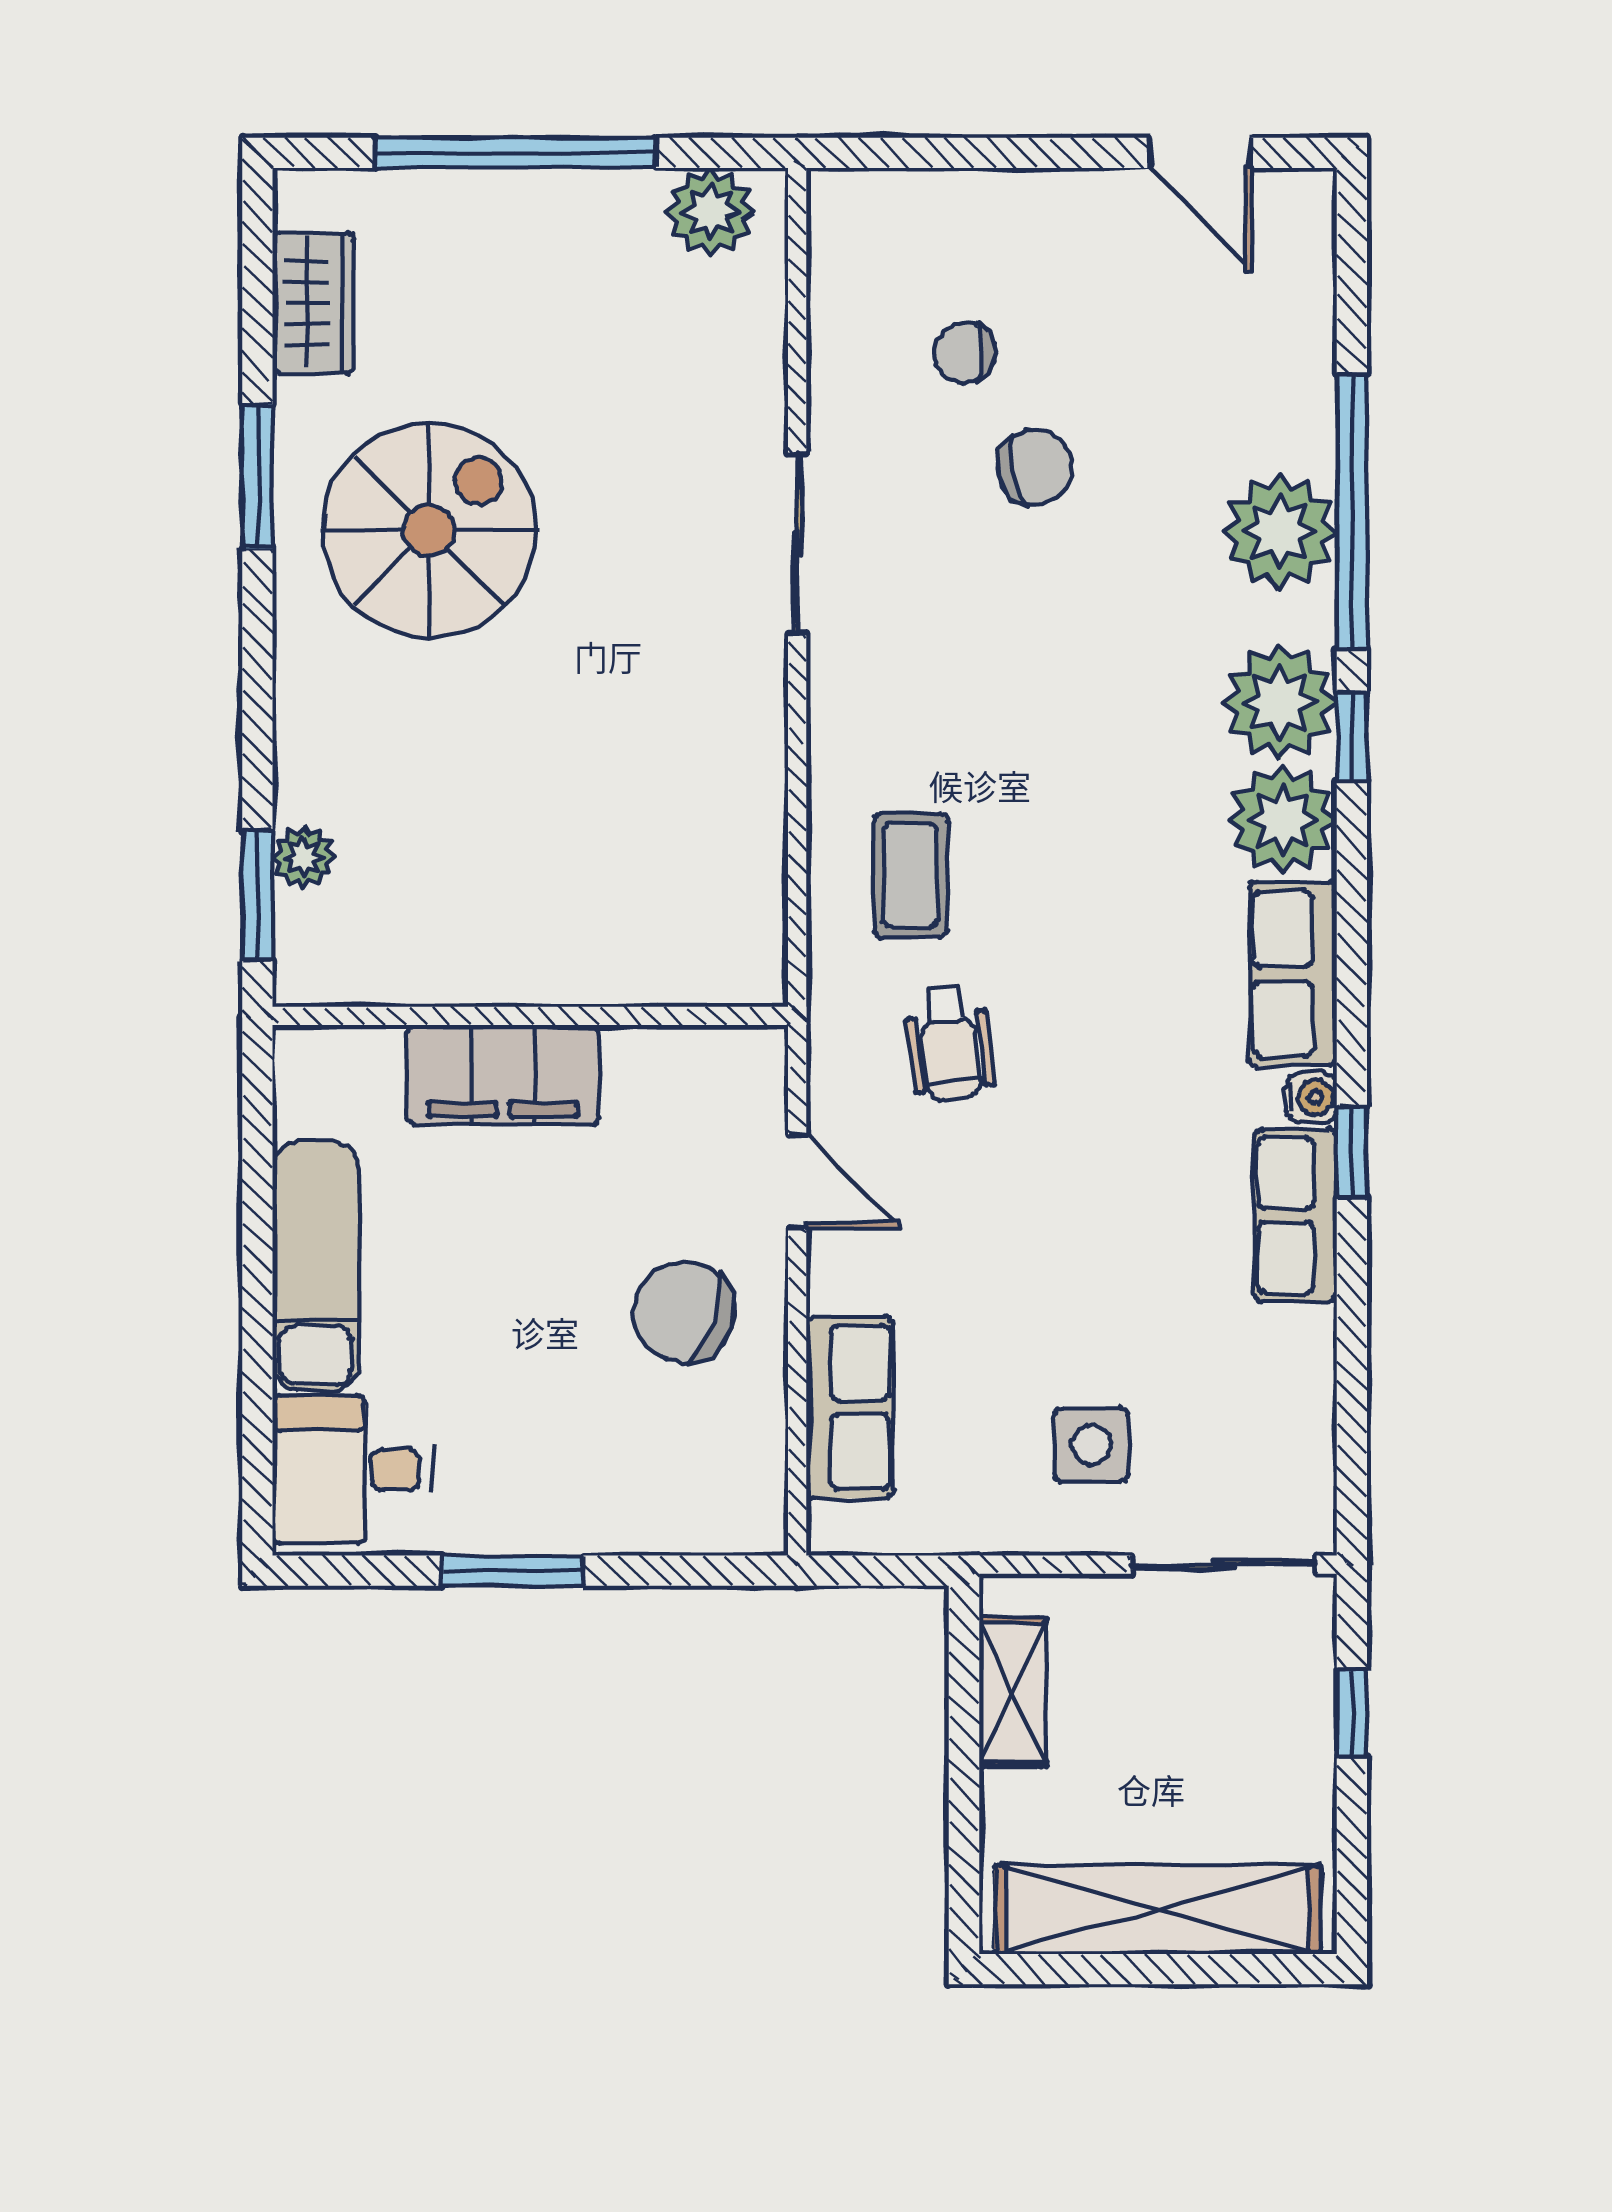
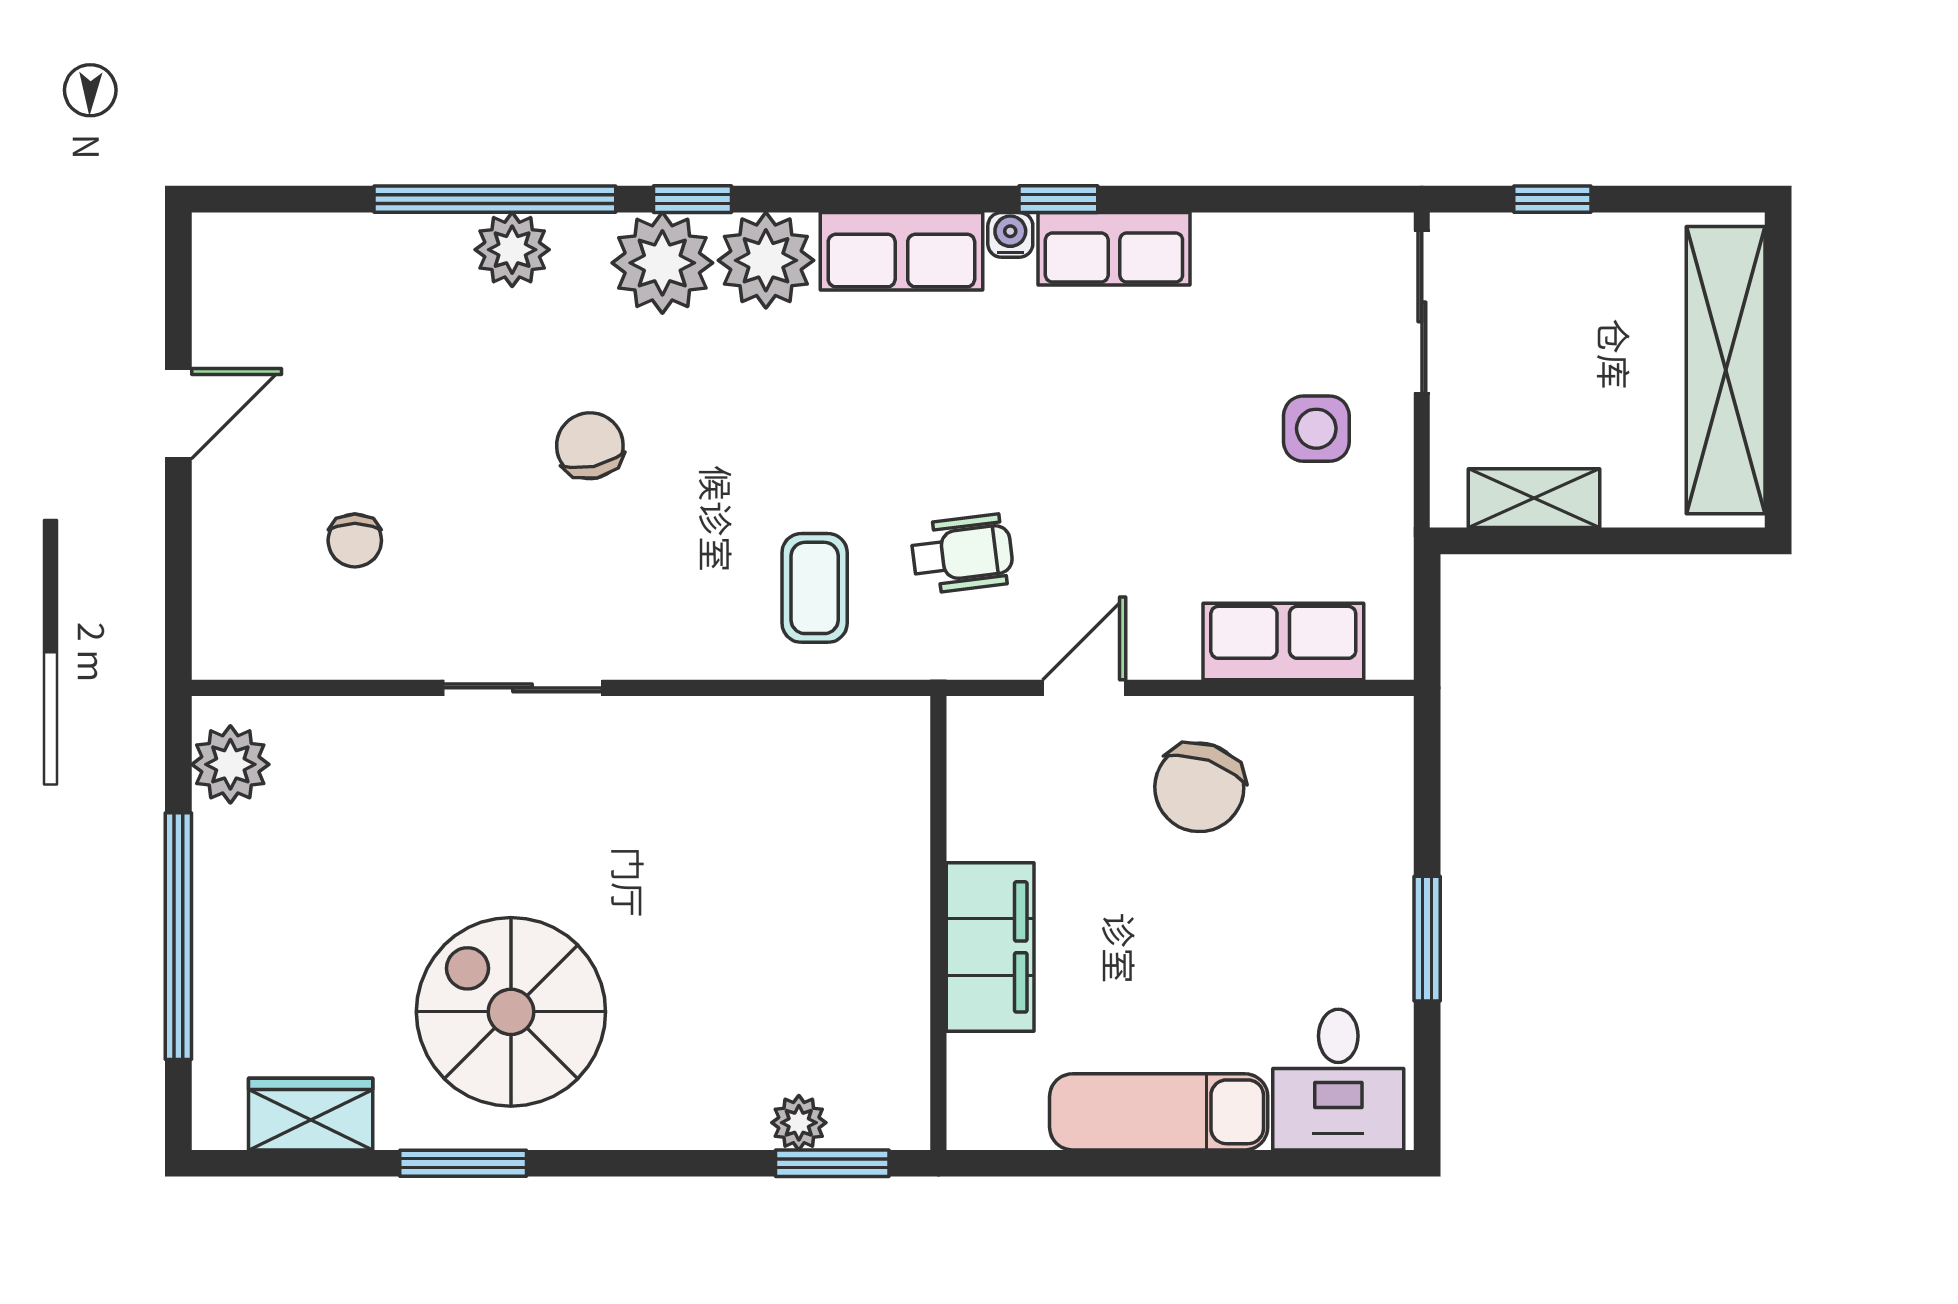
door: (1200, 153) -> (178, 414), moved
chair: (1035, 467) -> (590, 446), moved
plant: (1279, 532) -> (512, 250), width x0.73, depth x0.73
coffee table: (911, 875) -> (815, 588), turned 90

